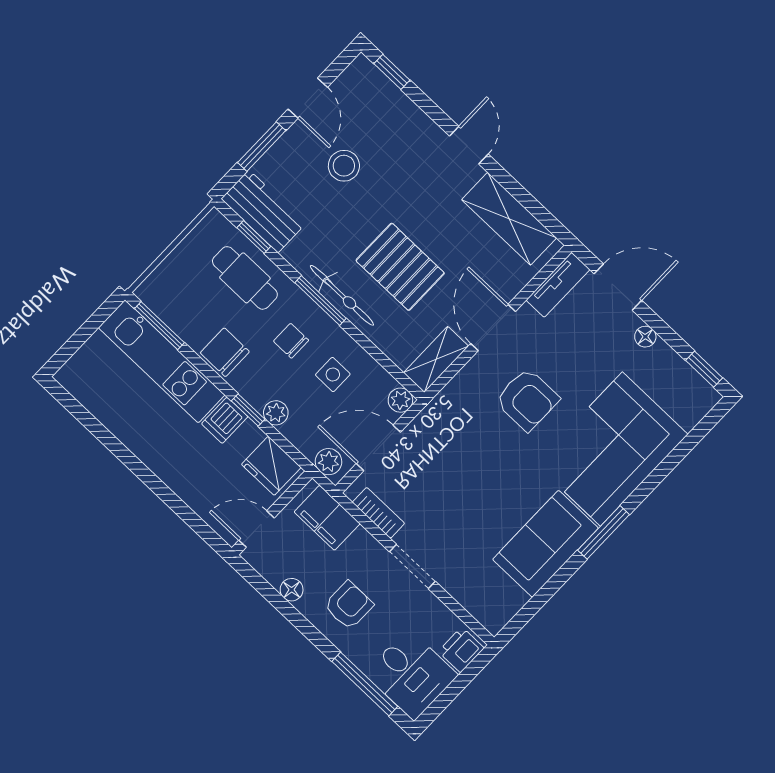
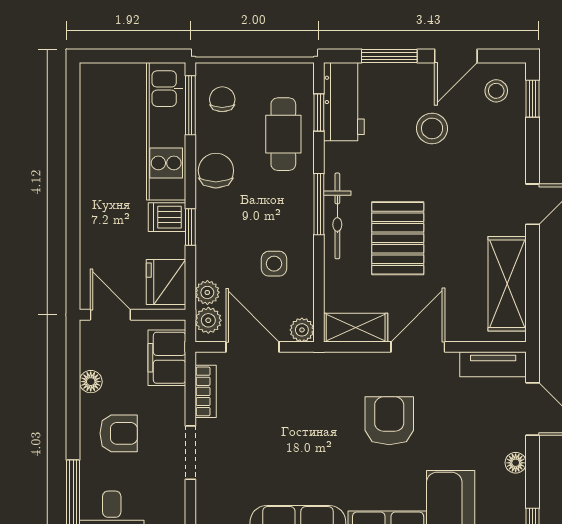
stool: (361, 93) -> (496, 91), added
chair: (291, 341) -> (222, 99), moved
armchair: (527, 400) -> (389, 421), turned 180
plant: (276, 413) -> (207, 292), moved

